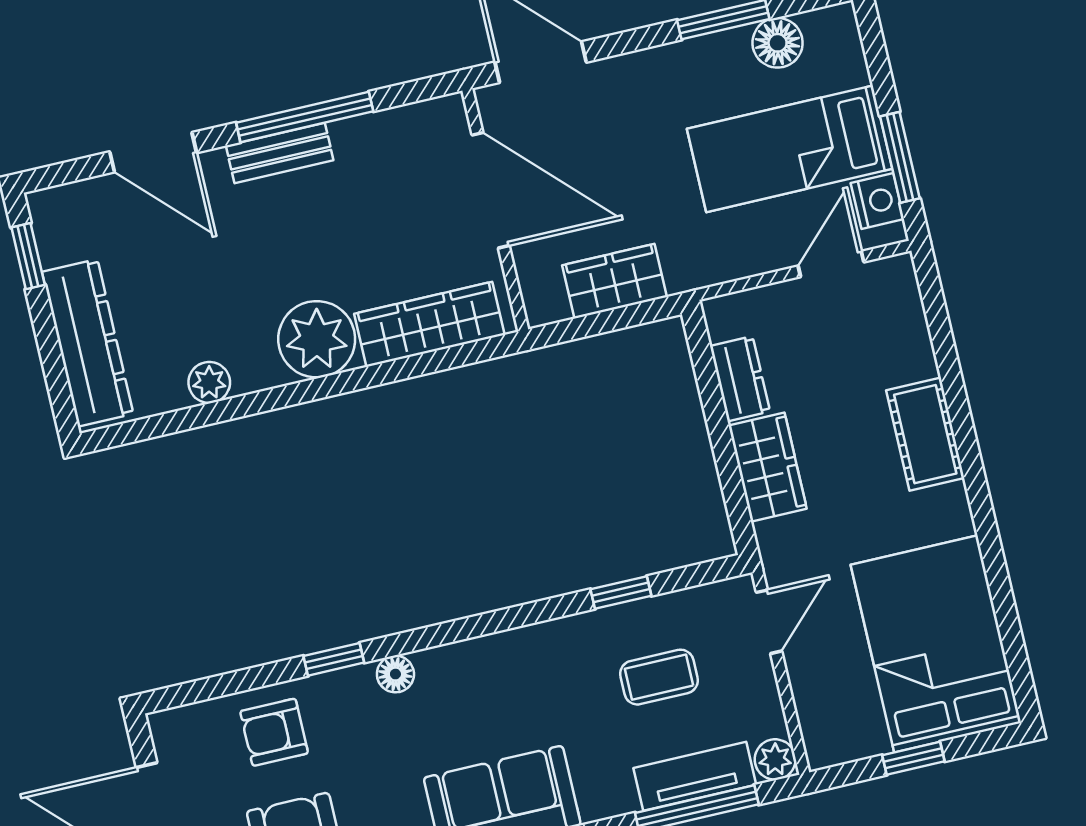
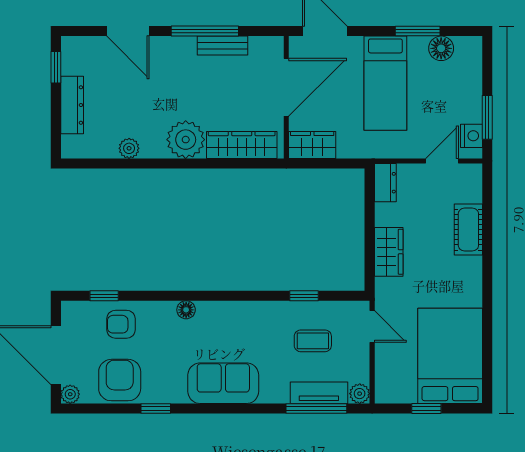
bed: (790, 149) -> (385, 83), moved, turned -90
bench: (280, 153) -> (223, 46), moved
door: (491, 190) -> (286, 87), hinge flipped
wardrobe: (614, 281) -> (312, 145), moved
dresser: (88, 343) -> (72, 105), width x0.73, depth x0.80
dresser: (740, 379) -> (385, 183), moved
cot: (925, 434) -> (468, 230), moved
door: (769, 622) -> (372, 326), hinge flipped
window: (334, 659) -> (104, 296), moved

